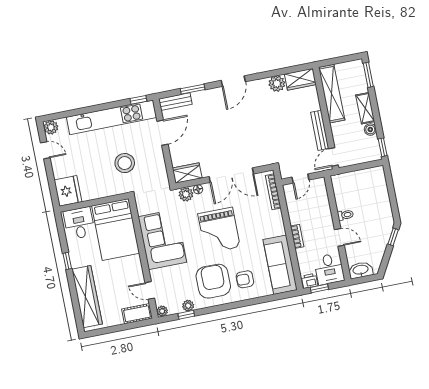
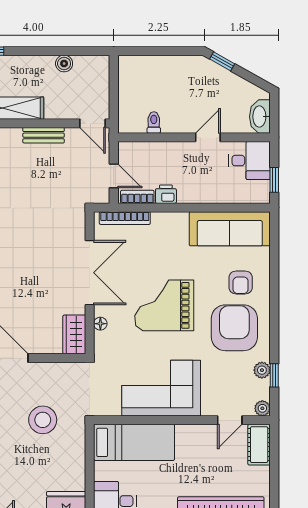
shelving: (365, 108) -> (33, 65), removed
bench: (320, 130) -> (44, 135), width x0.73
window: (383, 147) -> (92, 51), removed
plant: (186, 194) -> (104, 342), removed
toilet: (345, 215) -> (154, 122), moved
bed: (116, 230) -> (134, 442), width x0.67
grand piano: (219, 230) -> (164, 305), turned 180
bookcase: (297, 236) -> (137, 197), moved
armchair: (213, 281) -> (234, 328), turned 90
printer: (310, 281) -> (166, 194), moved, turned 90

